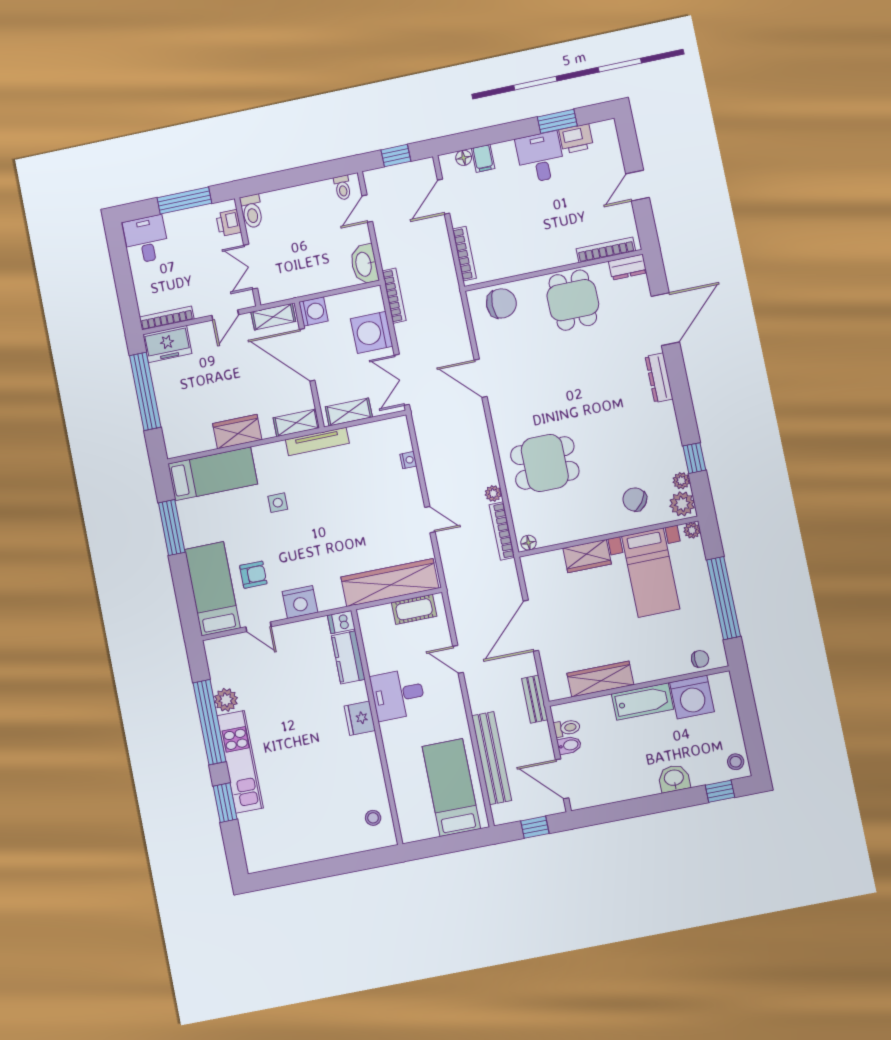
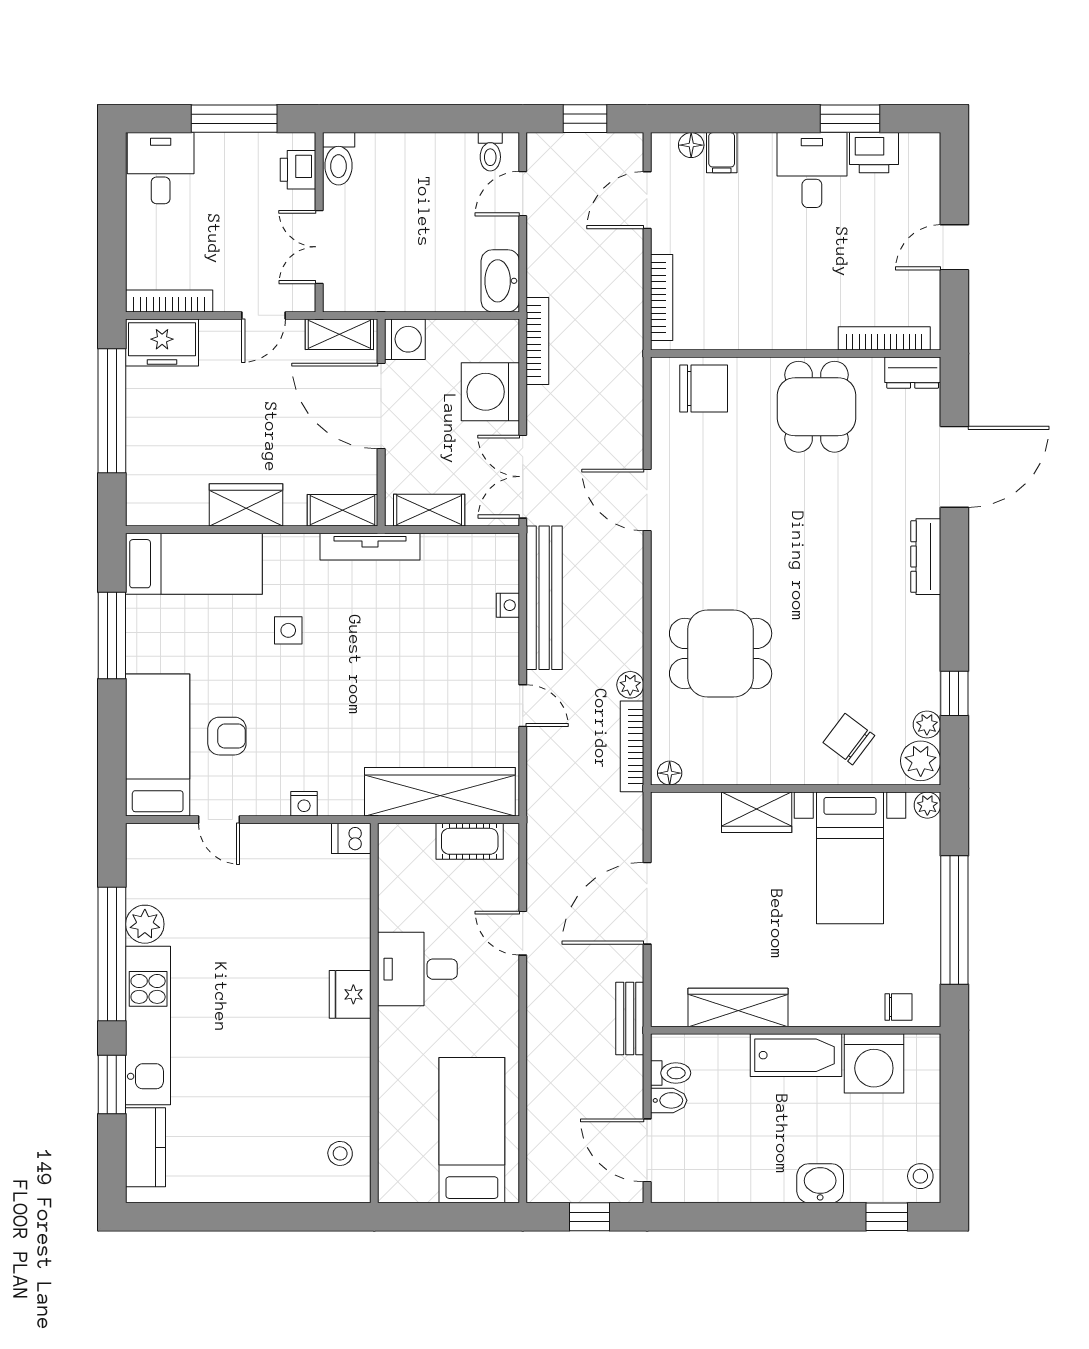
nightstand: (300, 602) -> (304, 804), width x0.53, depth x0.56
kitchen counter: (348, 657) -> (145, 1147), moved, turned 180
bench: (492, 758) -> (544, 598), moved

